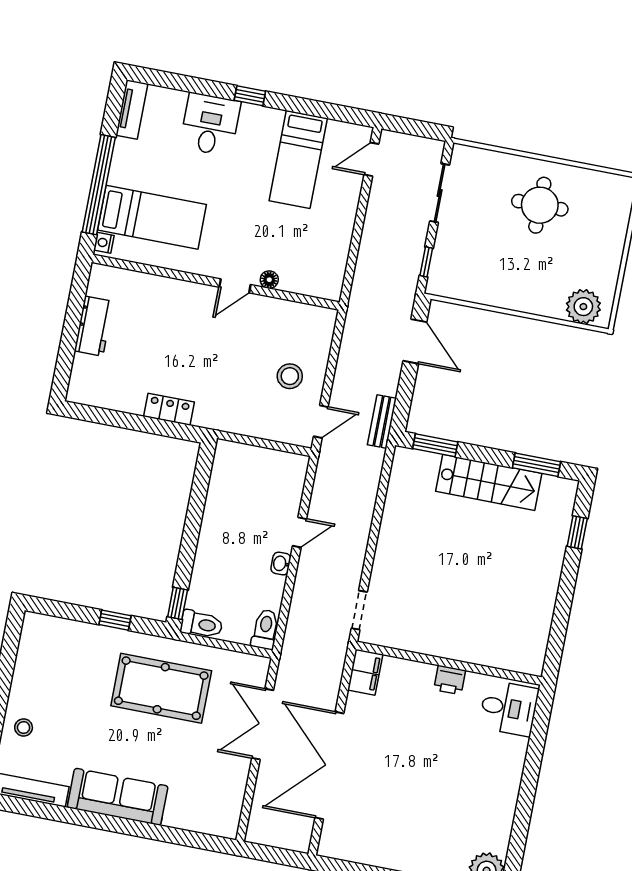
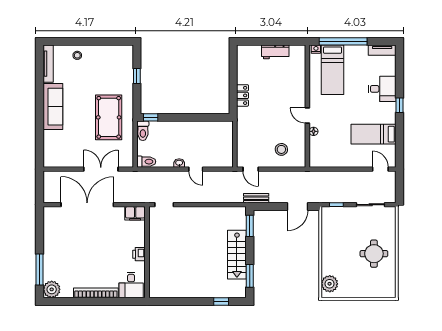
stool: (290, 376) -> (281, 149), moved
window: (115, 620) -> (137, 76), moved
bookcase: (511, 782) -> (96, 293), added

